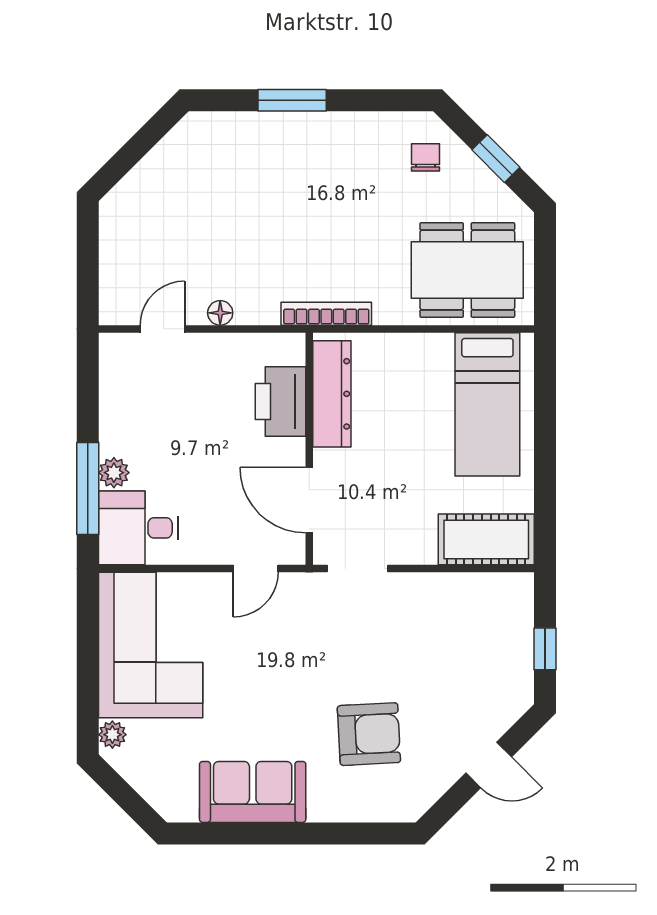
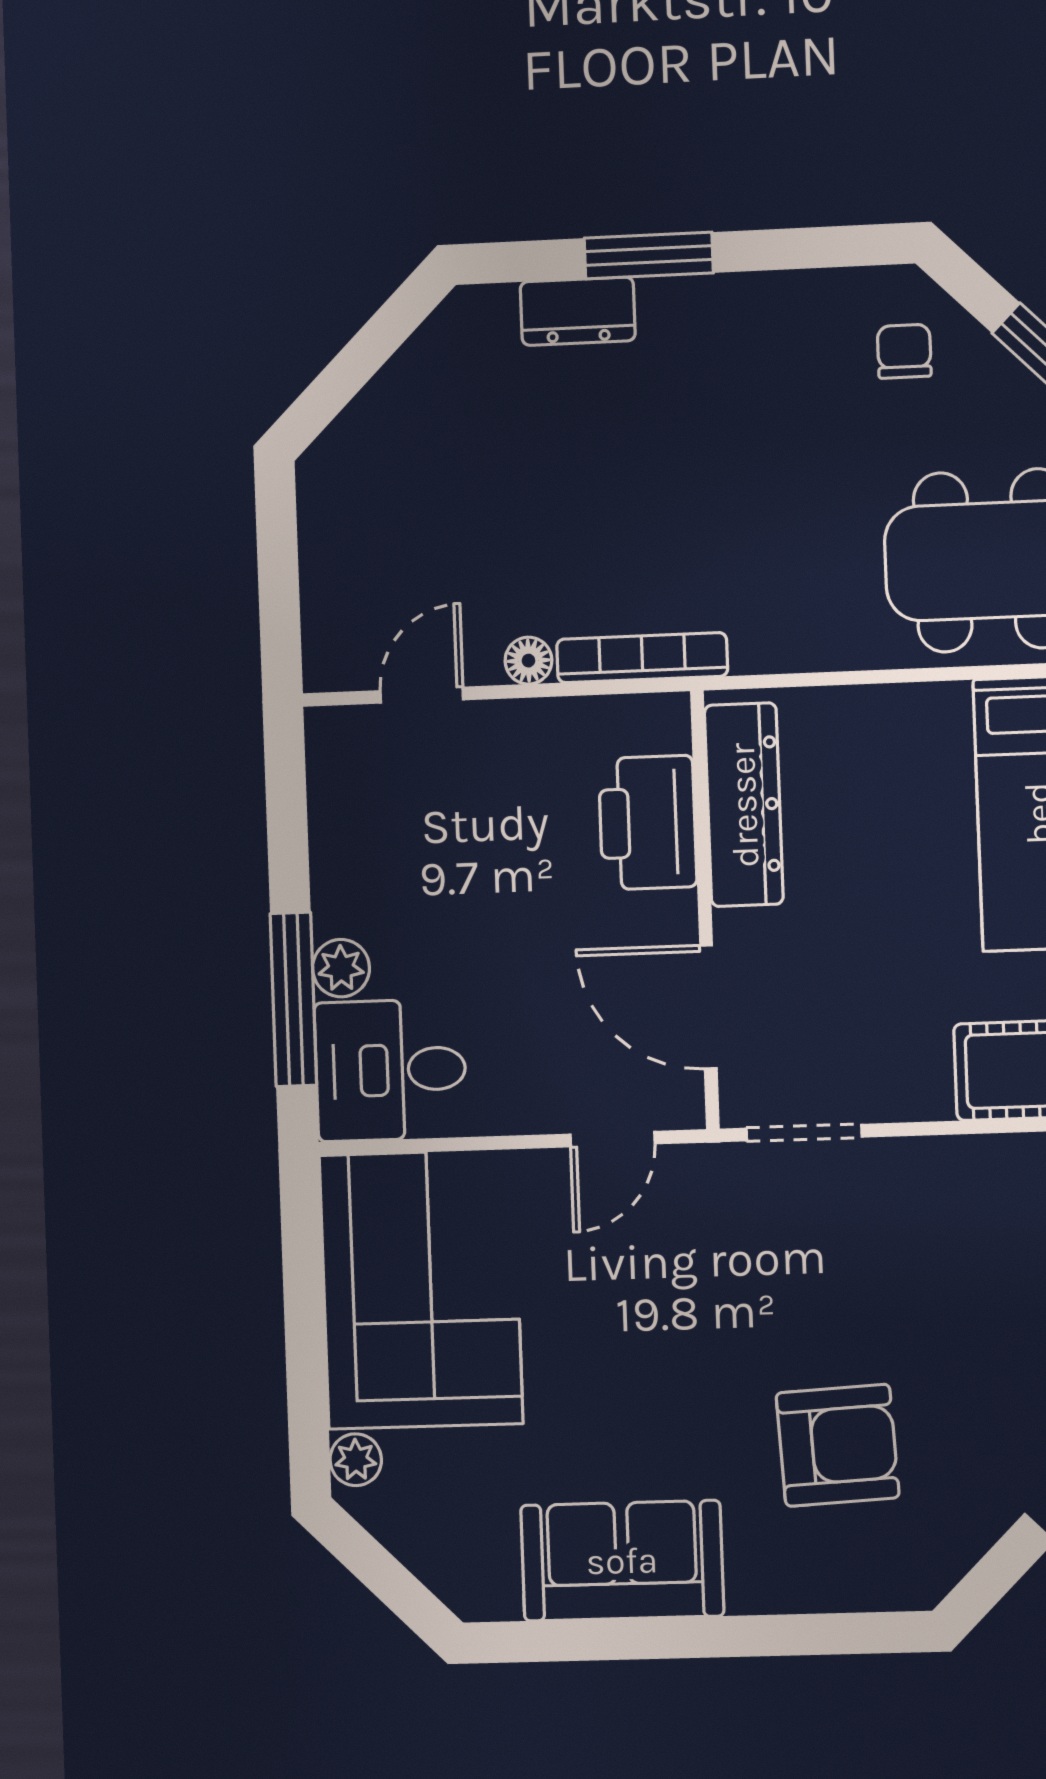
dresser: (253, 128) -> (578, 311), added
bookcase: (326, 314) -> (642, 658), moved

